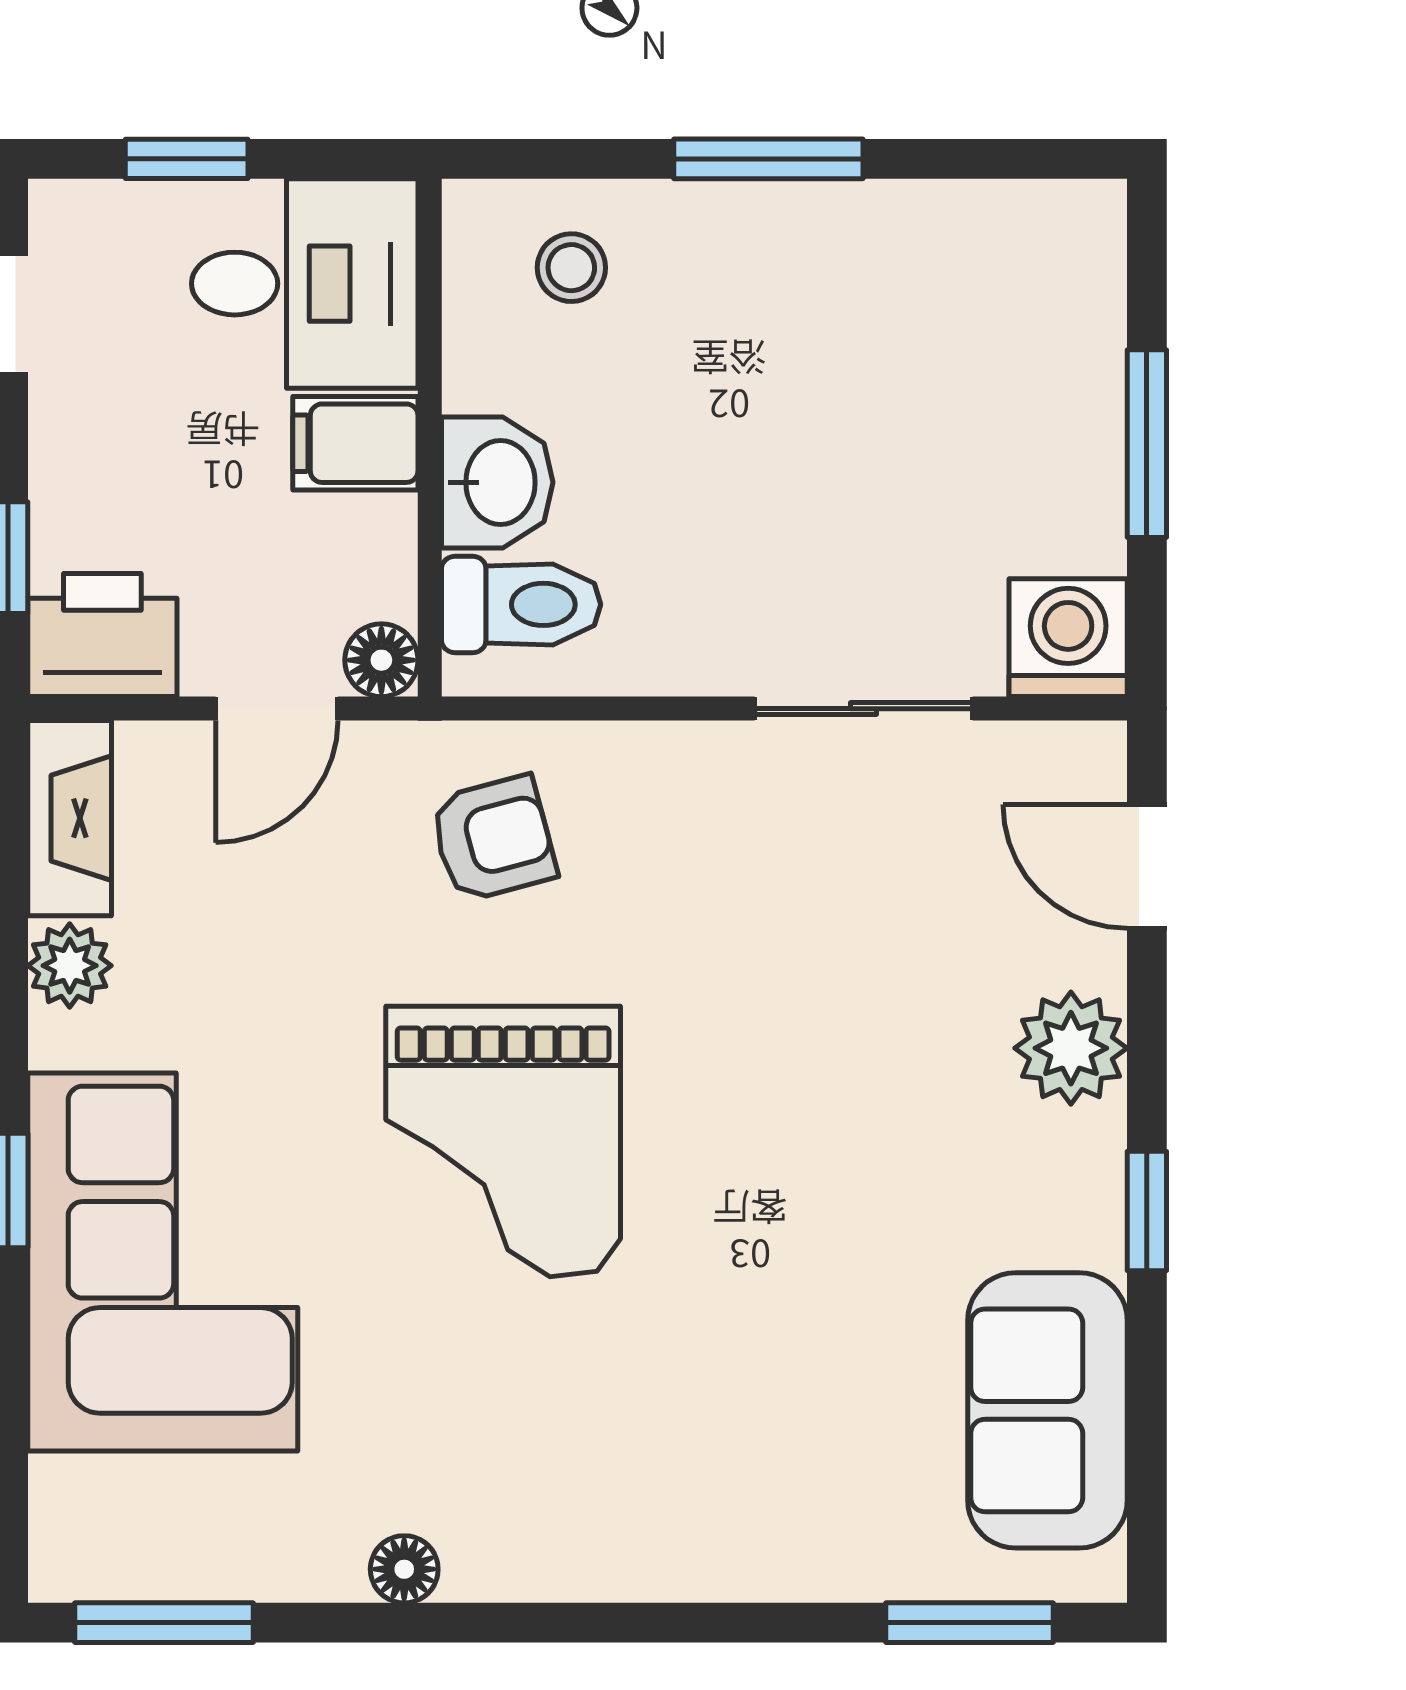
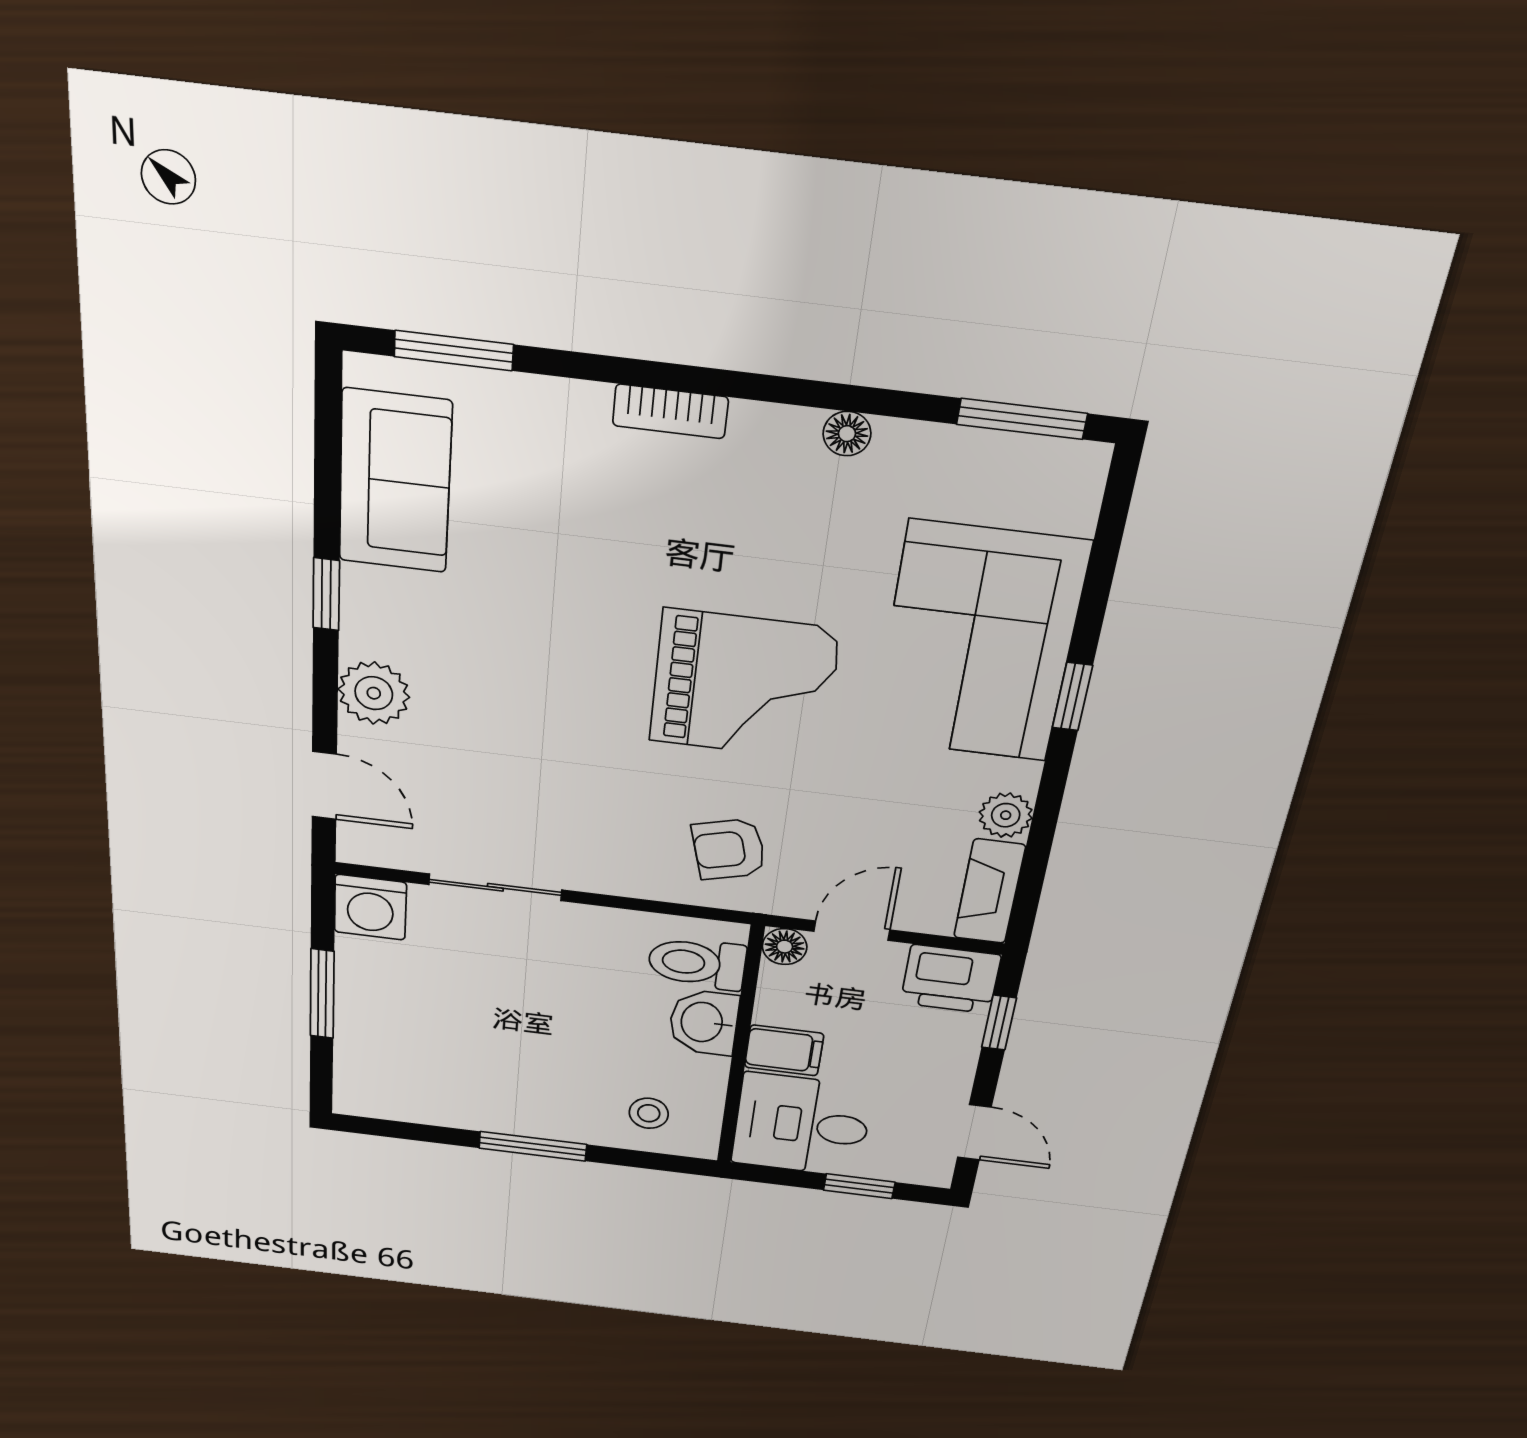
grand piano: (503, 1141) -> (744, 685), turned 90
bookcase: (657, 1571) -> (670, 411), added

